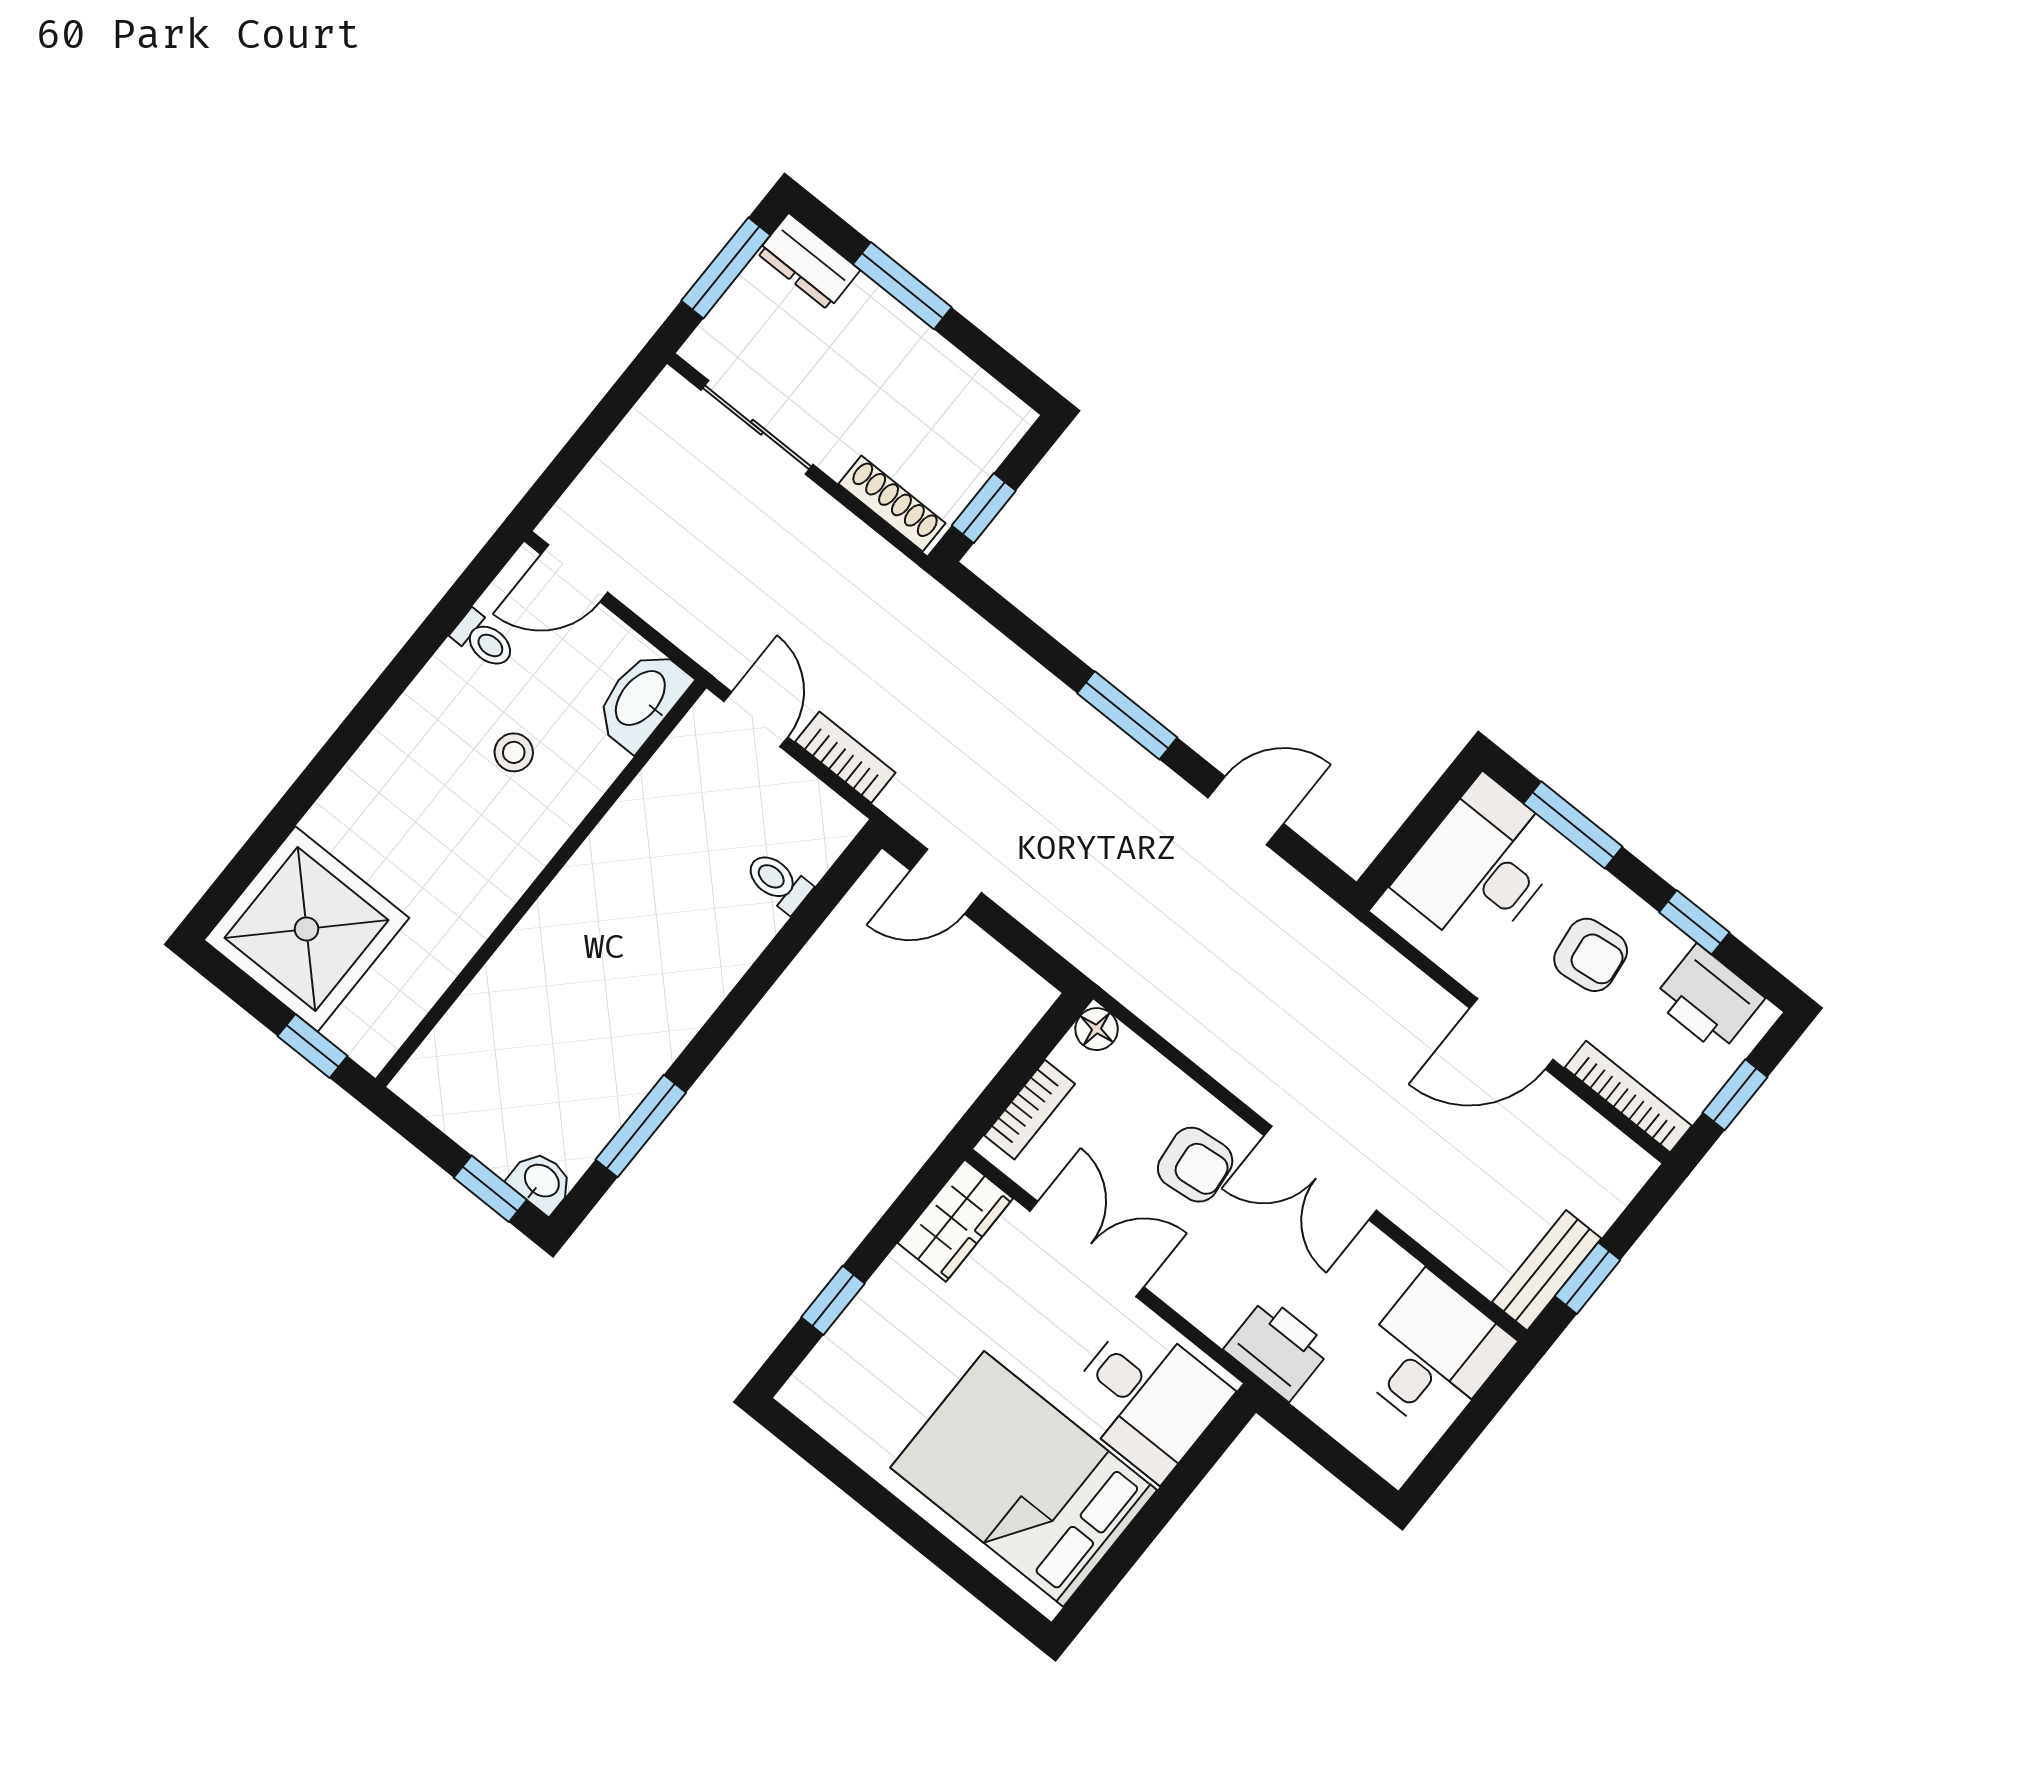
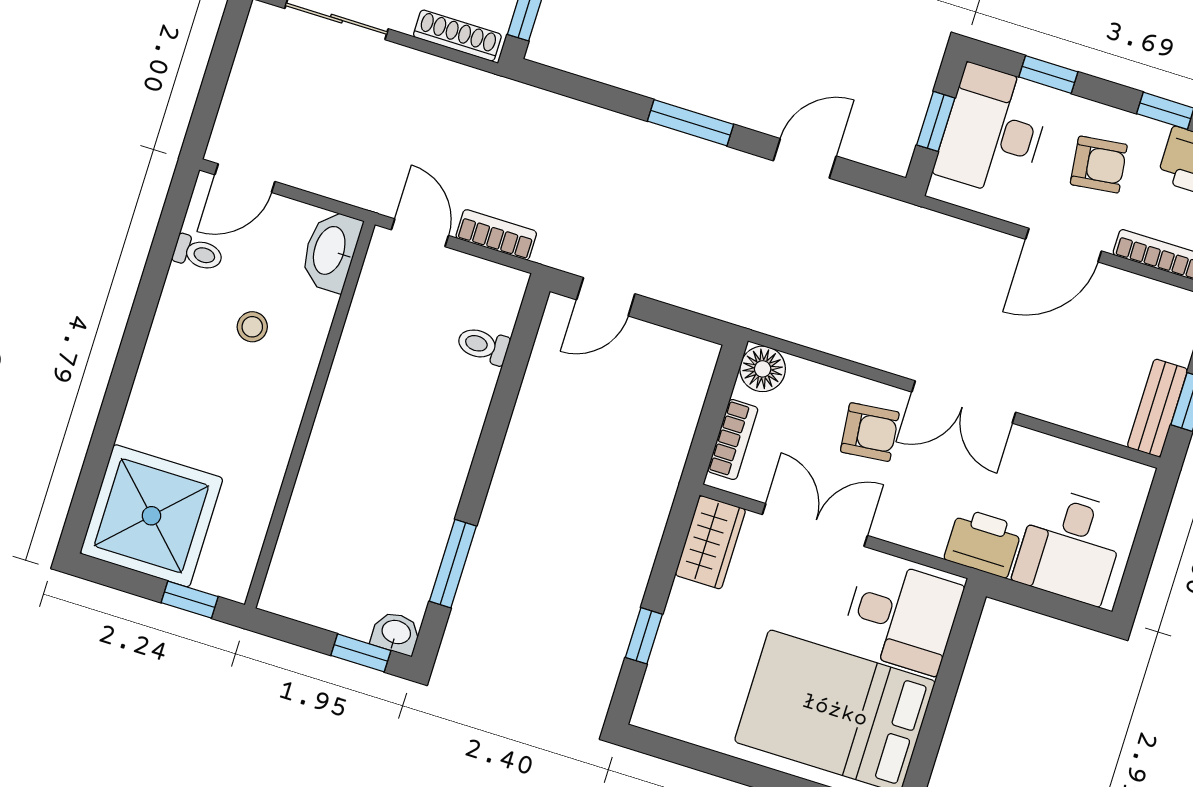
window: (1573, 825) -> (1048, 74), width x0.67
window: (1418, 828) -> (936, 121), added
floor lamp: (1097, 1029) -> (763, 369), width x1.37, depth x1.37
desk: (1432, 1354) -> (1070, 546), moved, turned 180

